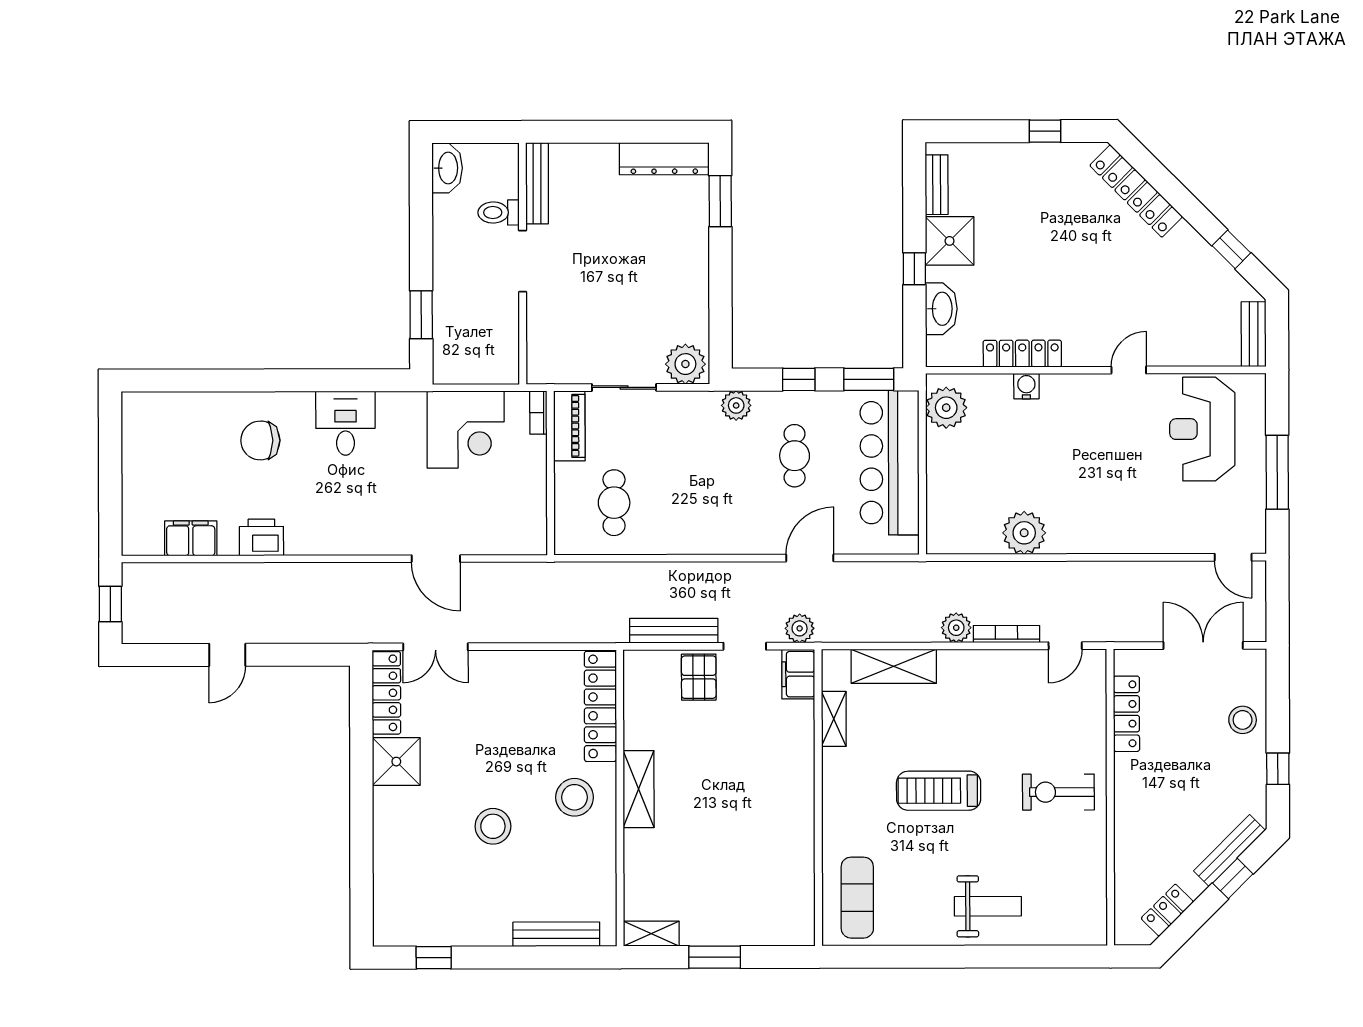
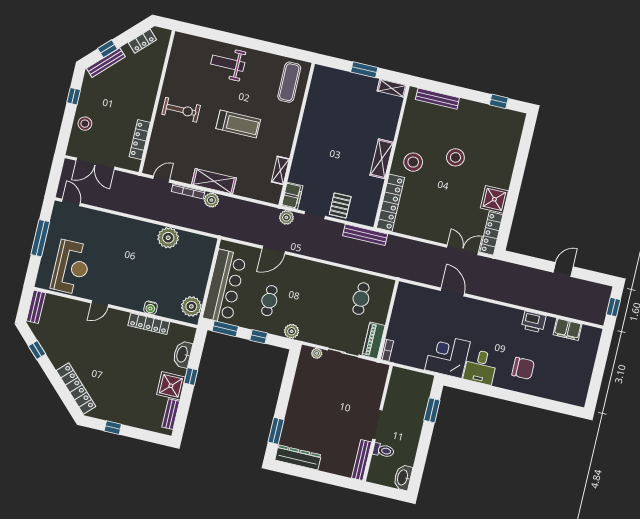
plant: (685, 364) -> (317, 353), width x0.53, depth x0.53
corner desk: (466, 430) -> (447, 356), moved
bench: (674, 631) -> (365, 235), moved
shelving: (894, 666) -> (214, 181), moved

